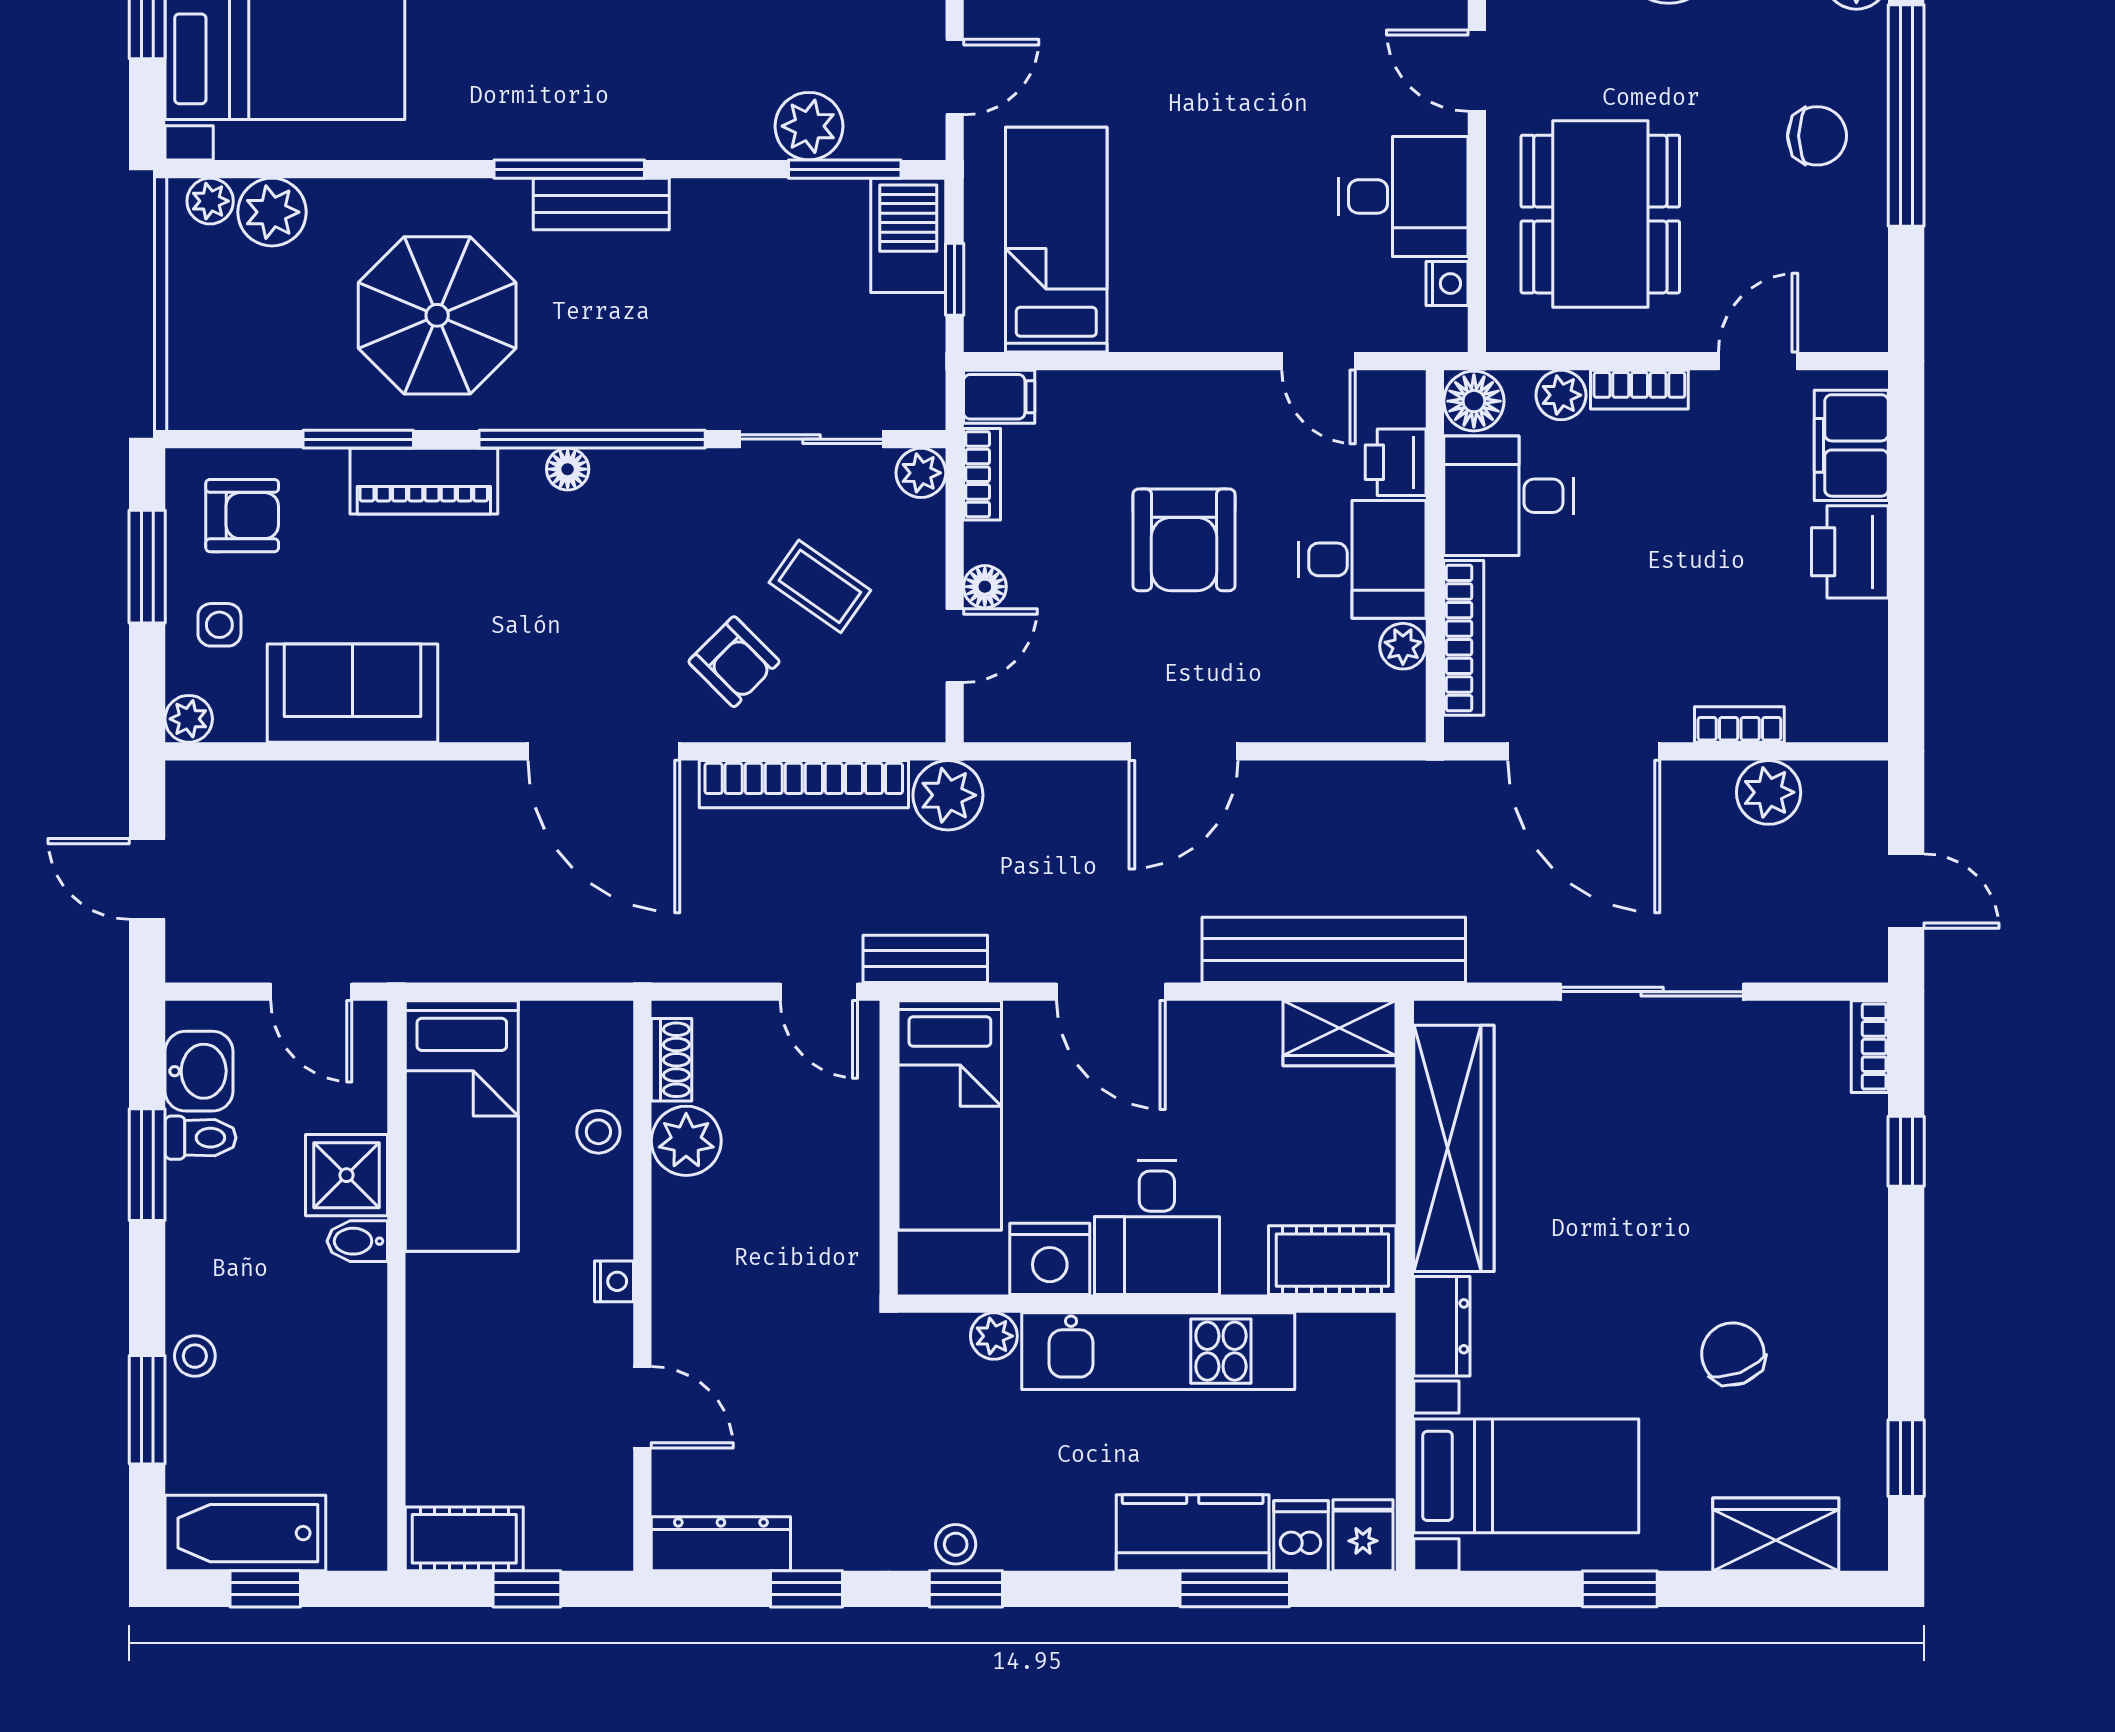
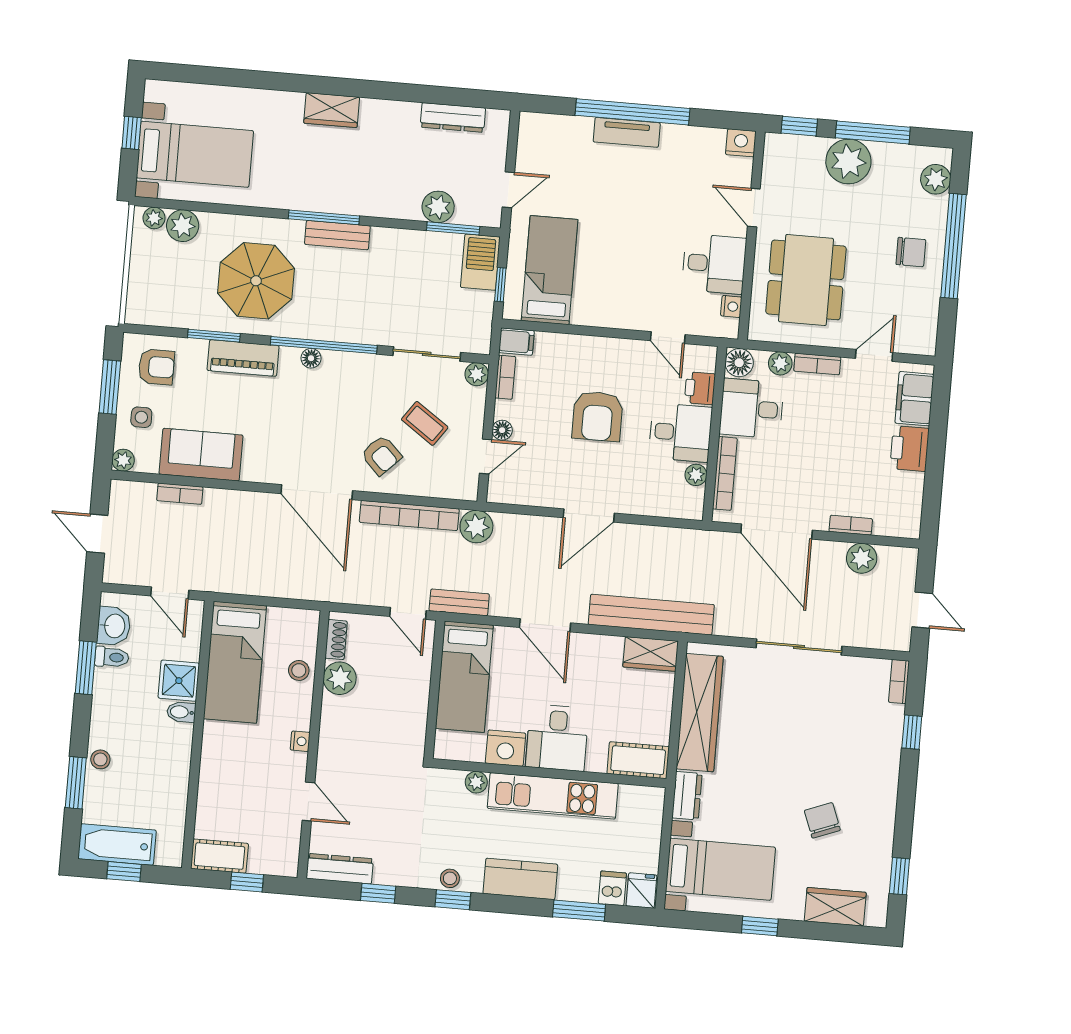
bookcase: (315, 780) -> (180, 494), added
kitchen counter: (1193, 1533) -> (520, 879), moved

